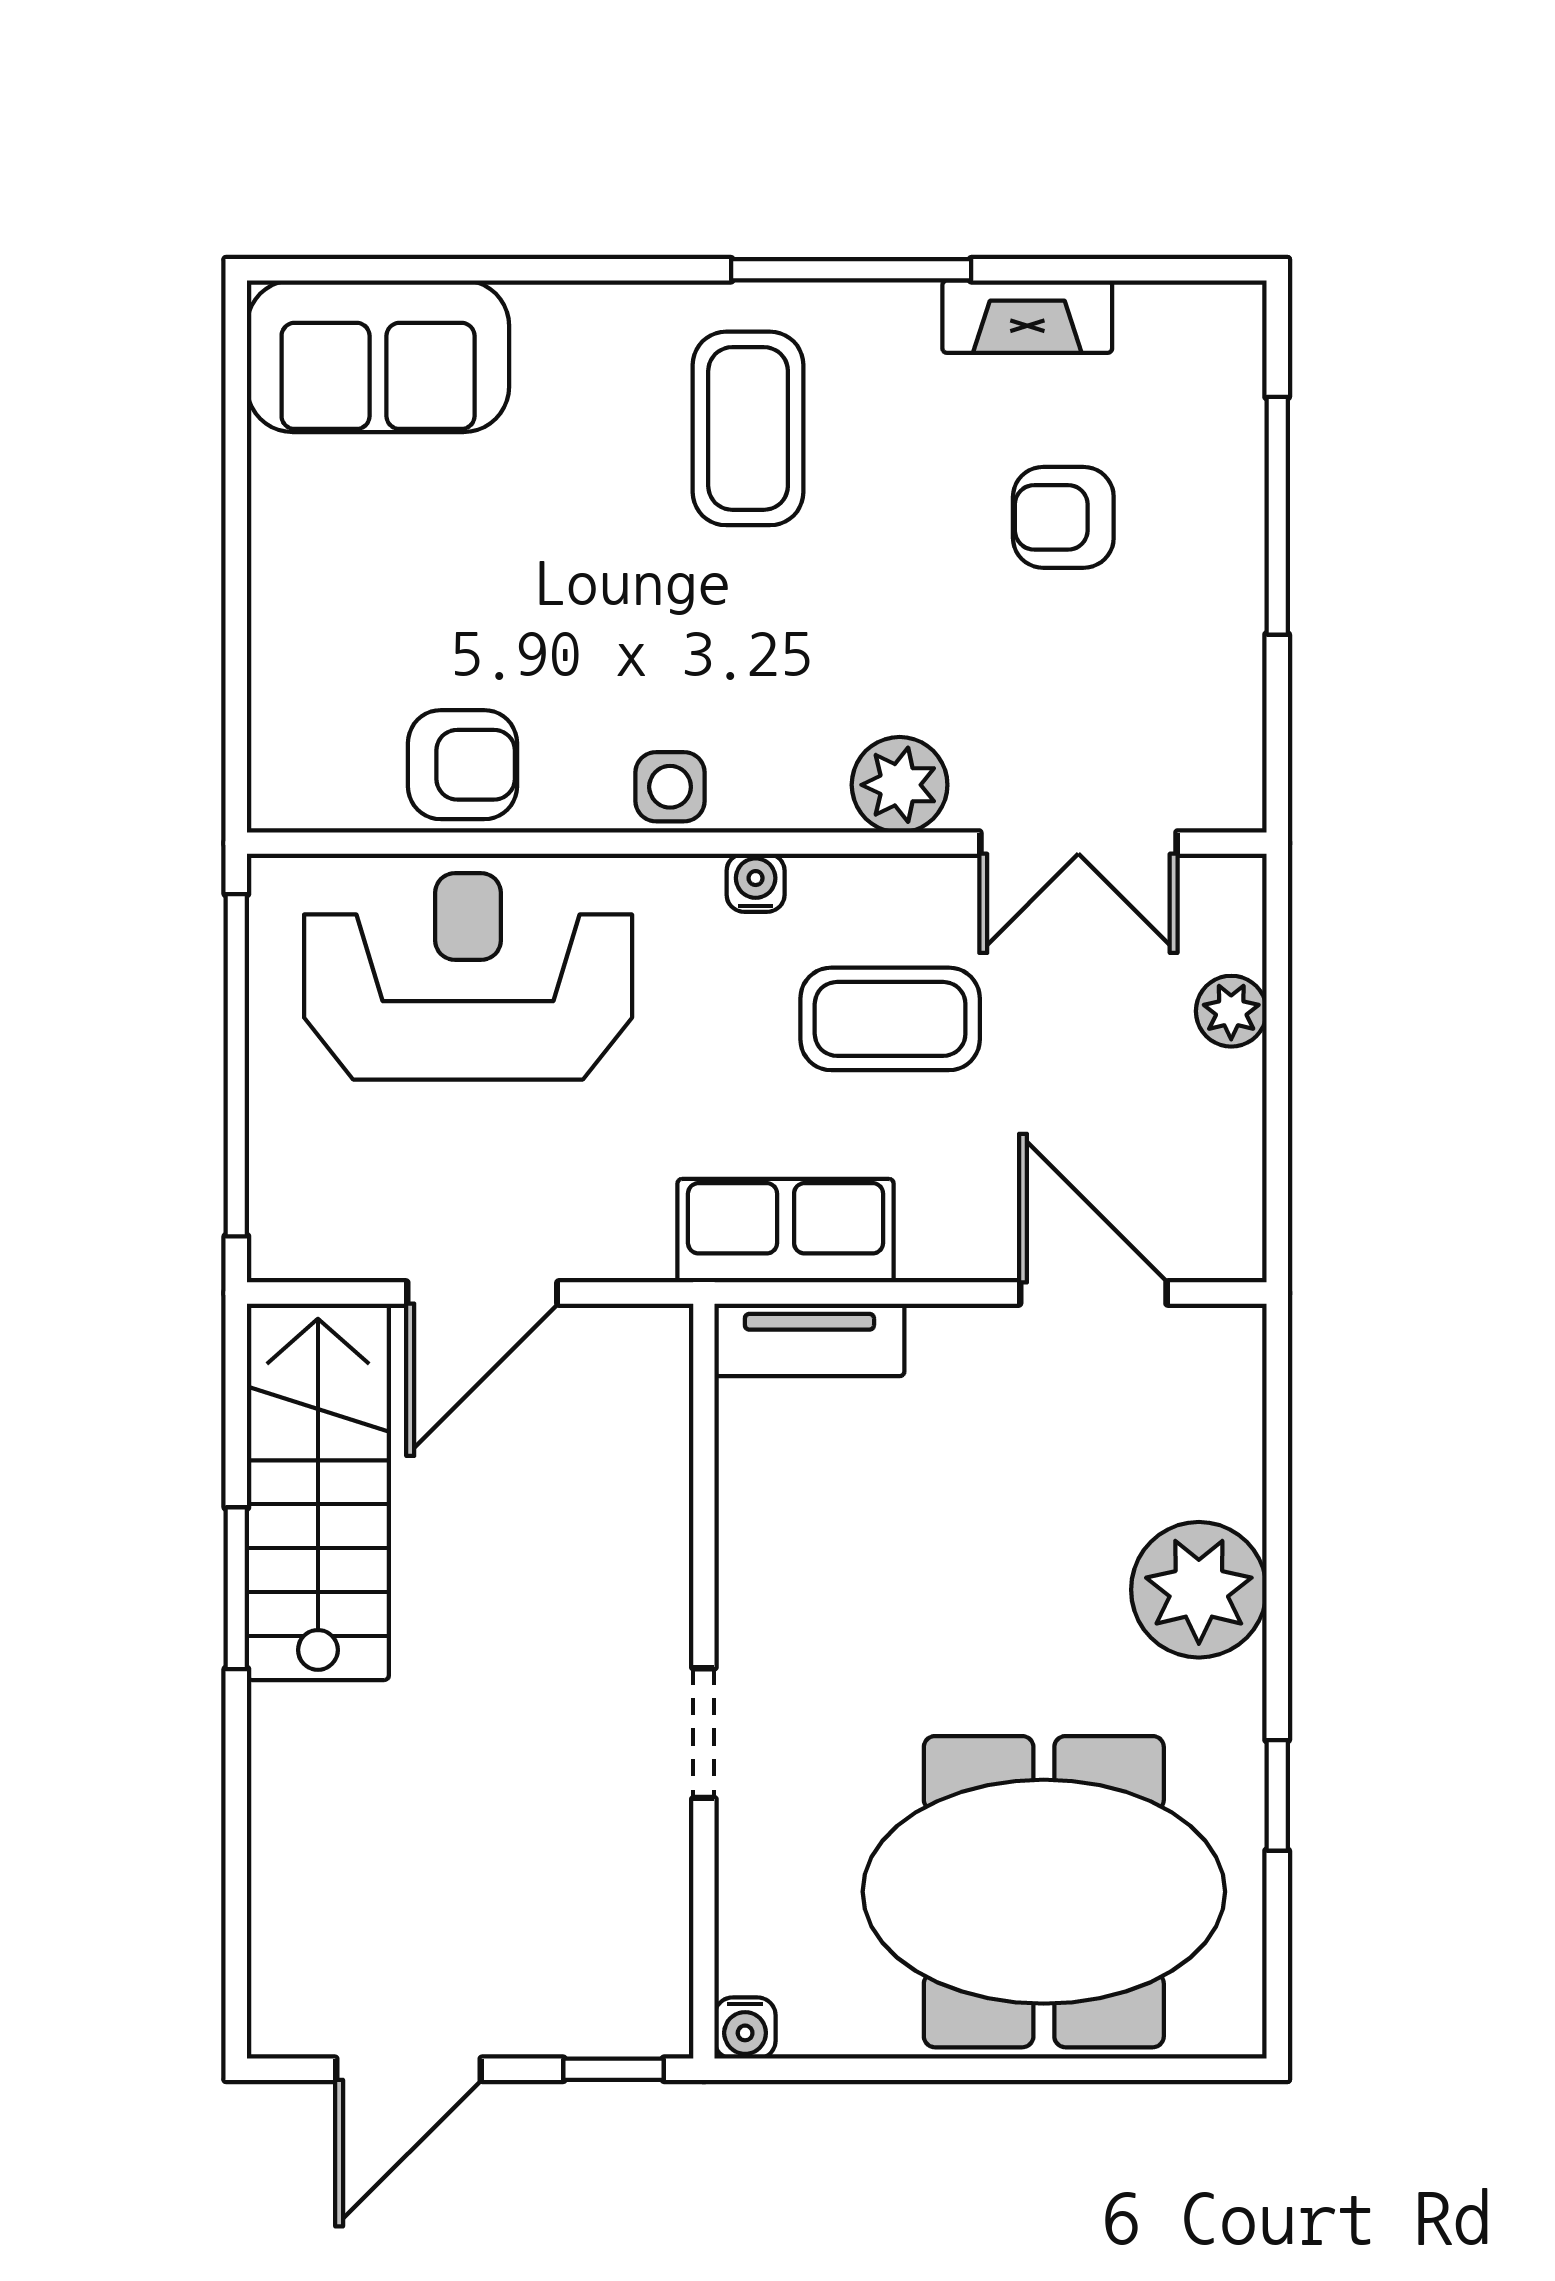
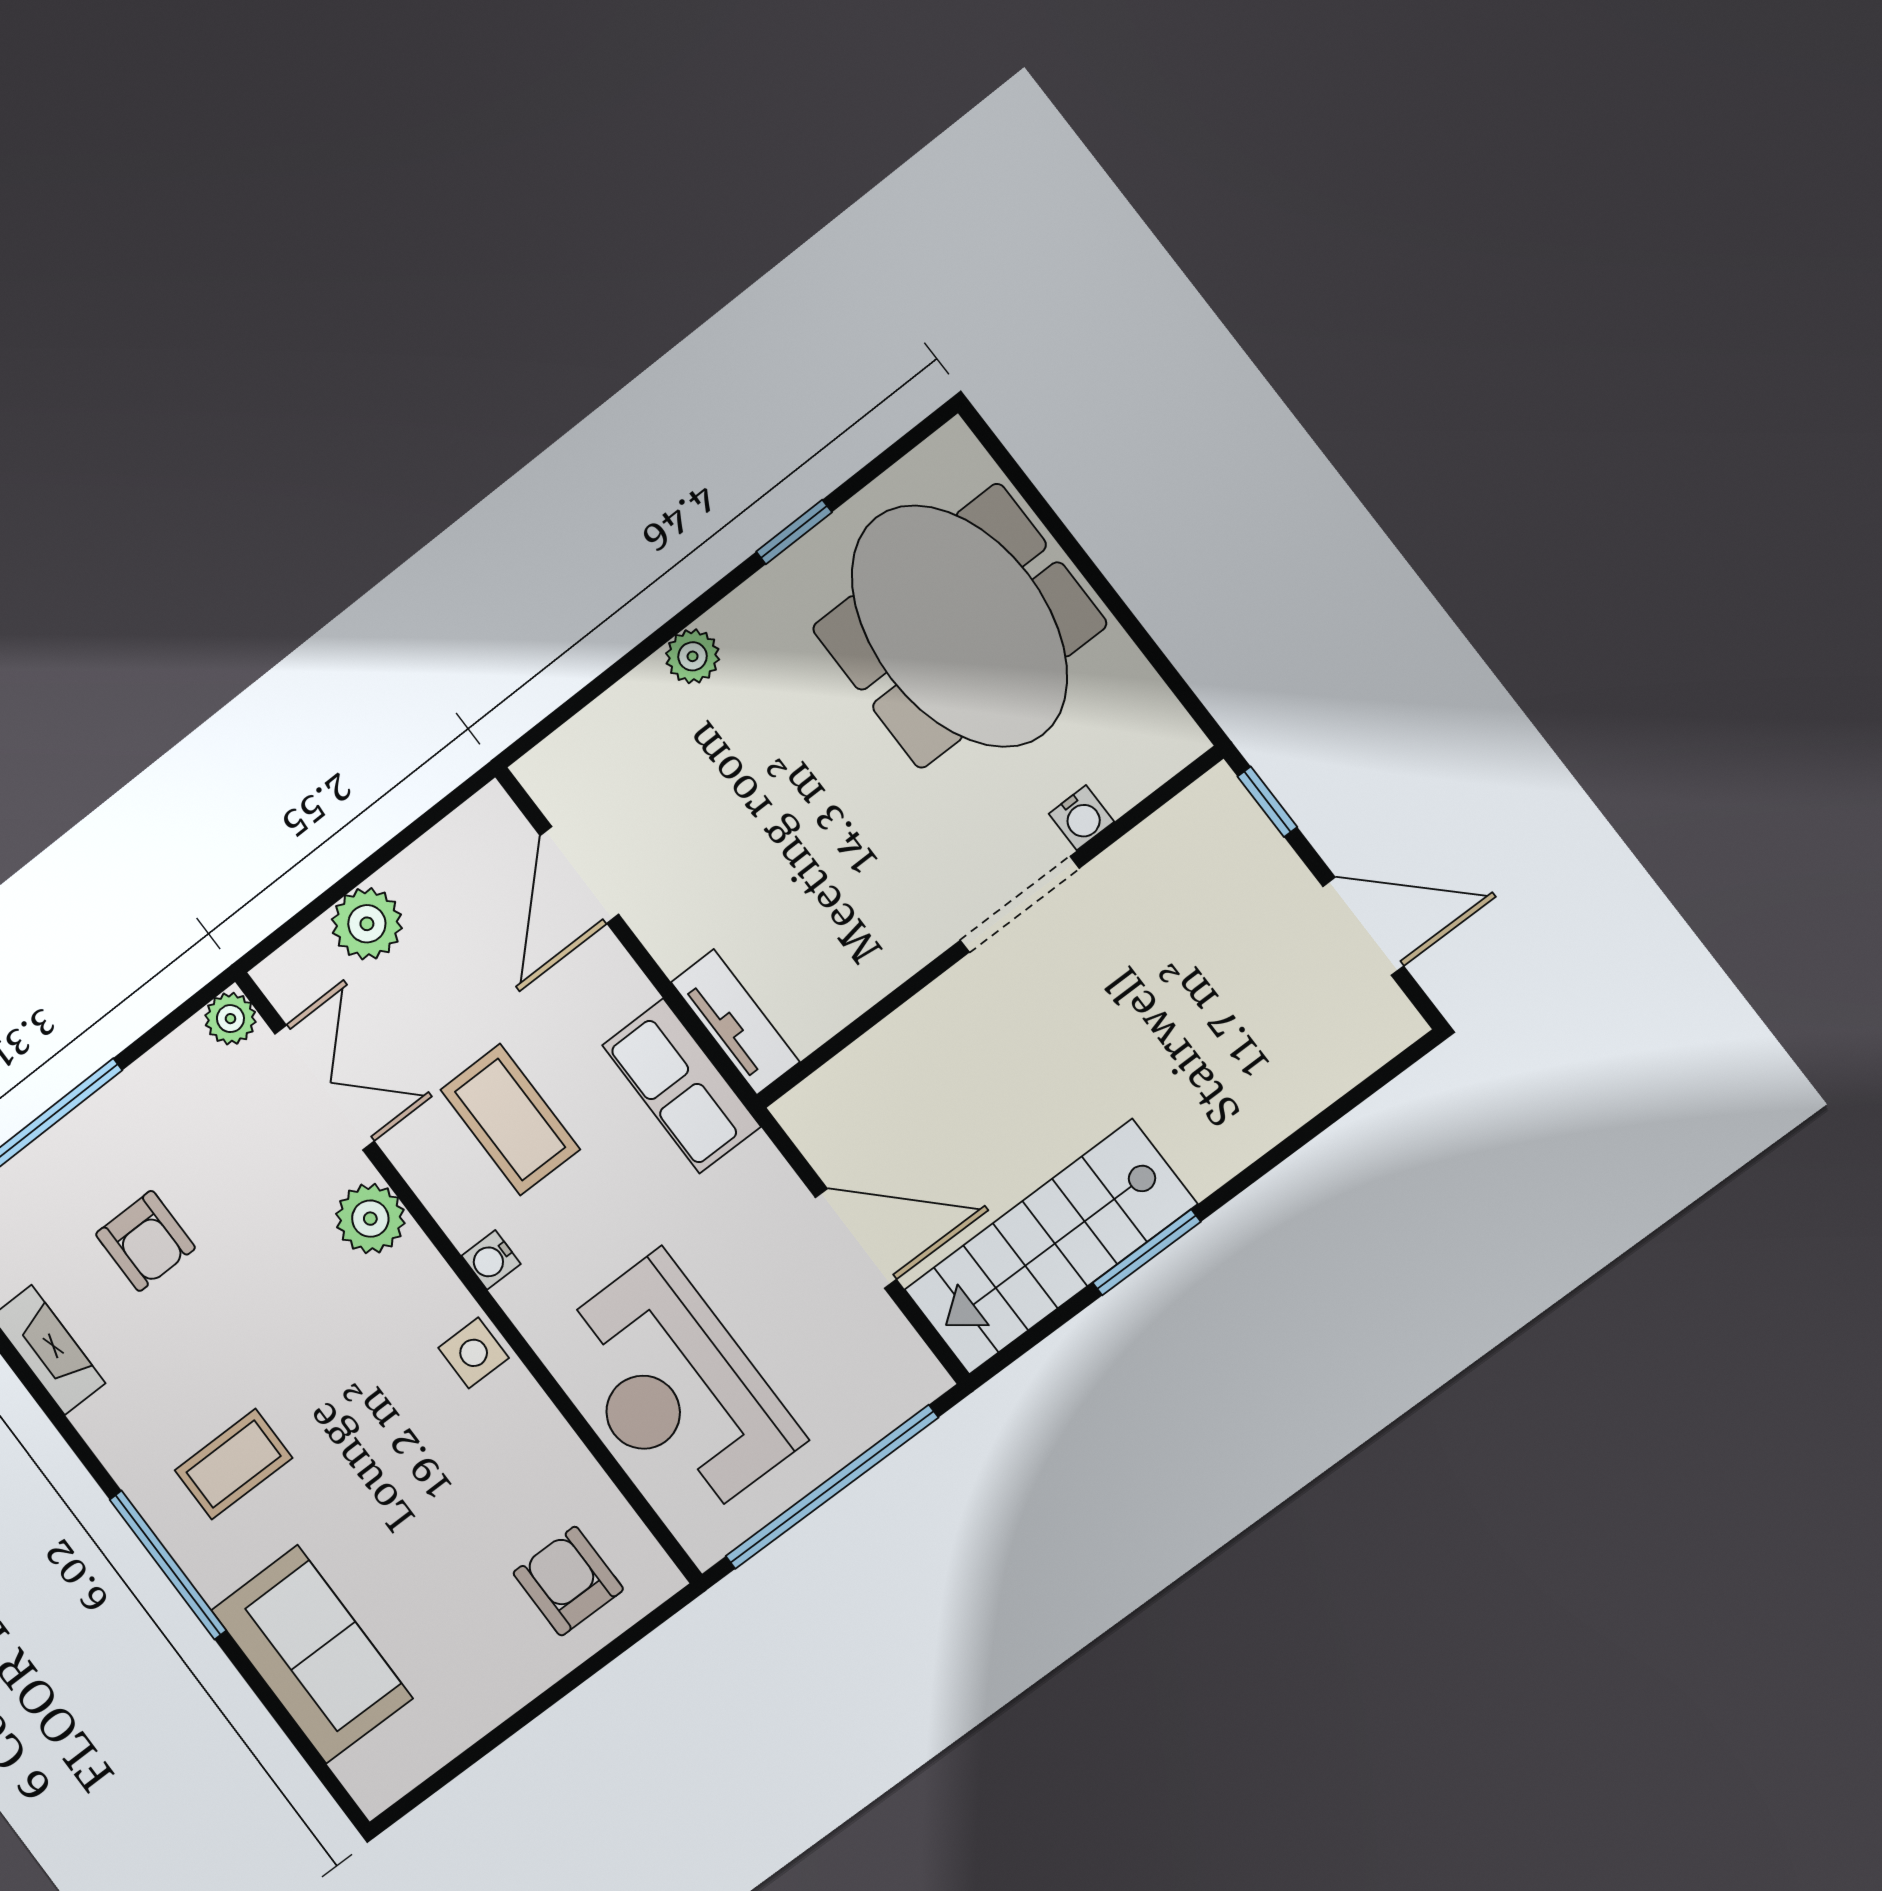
window: (851, 270) -> (168, 1565), moved
sofa: (378, 356) -> (312, 1654), moved
coffee table: (748, 428) -> (234, 1464), width x0.73, depth x0.77
armchair: (463, 765) -> (568, 1581), moved
plant: (1231, 797) -> (230, 1019), added
plant: (1231, 1011) -> (367, 924), width x1.38, depth x1.38
plant: (1199, 1590) -> (693, 656), width x0.53, depth x0.53
doorway: (704, 1733) -> (1020, 904), width x1.38
water cooler: (745, 2028) -> (1081, 818), moved, turned 90

